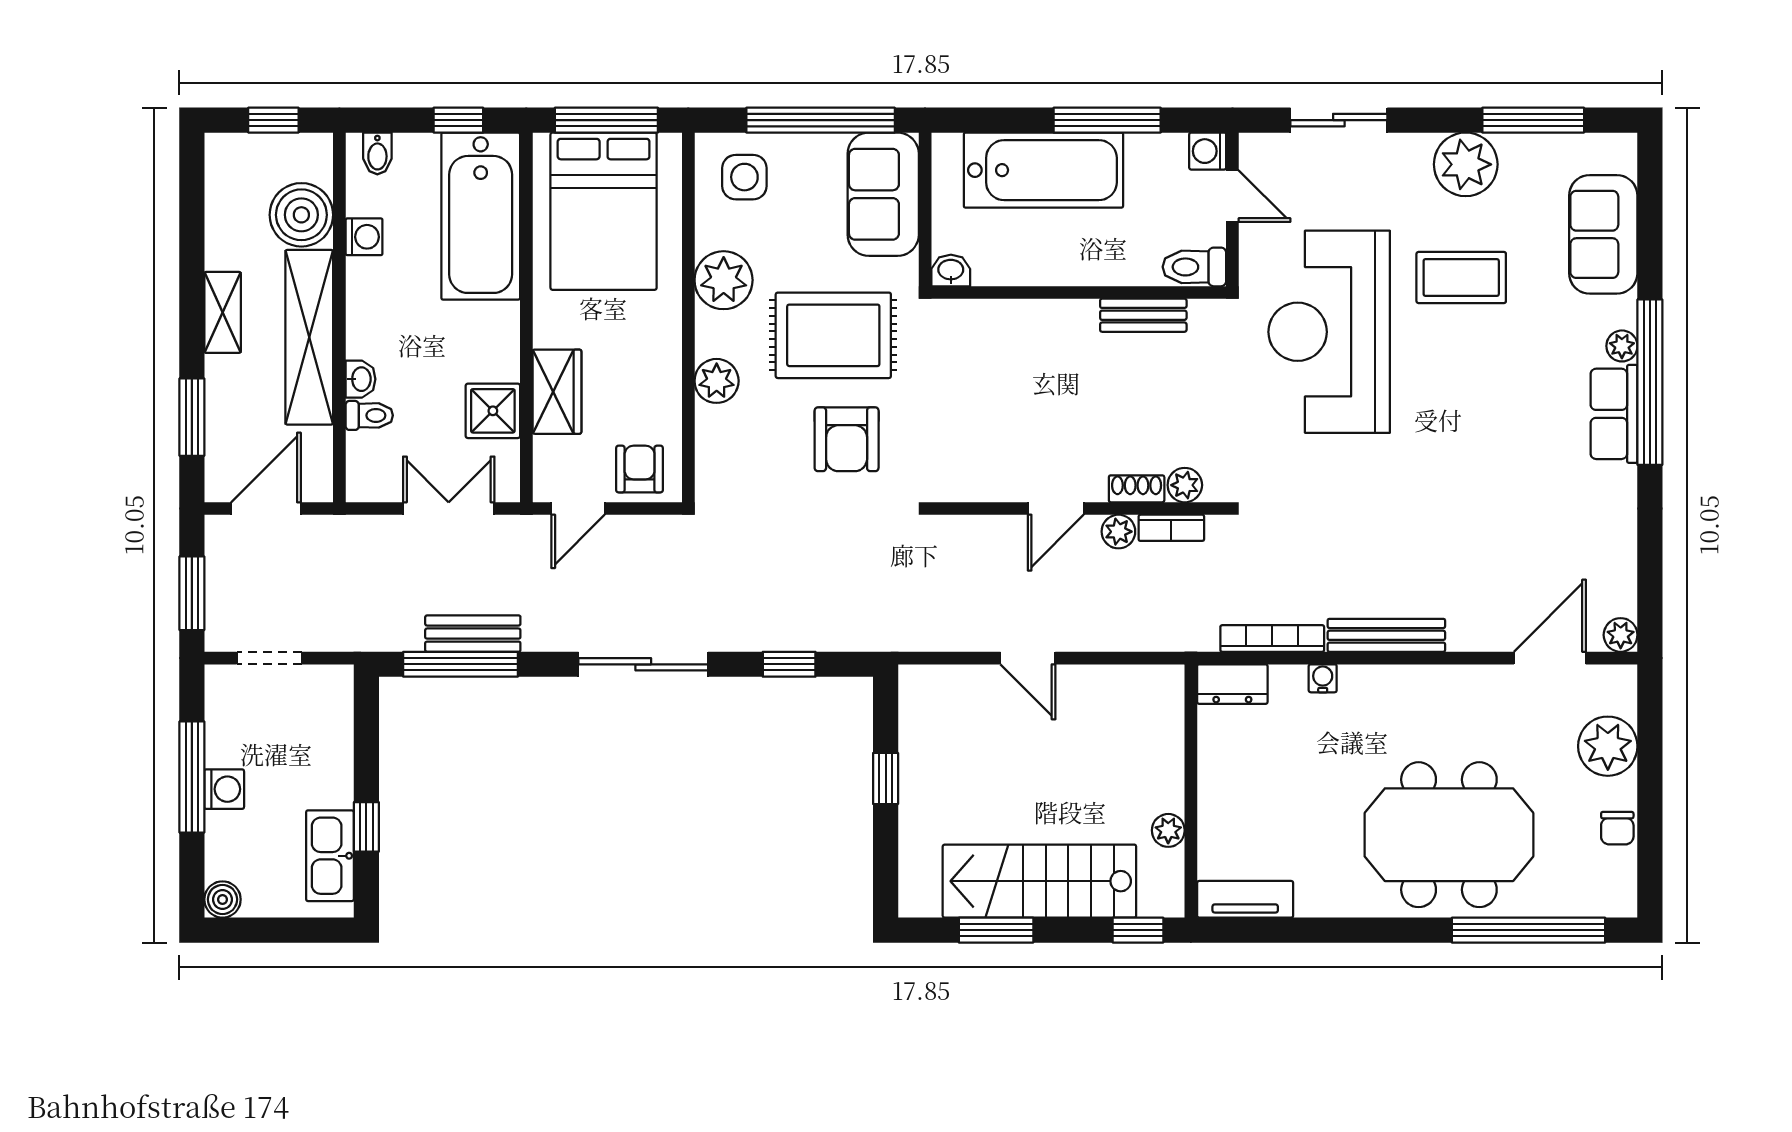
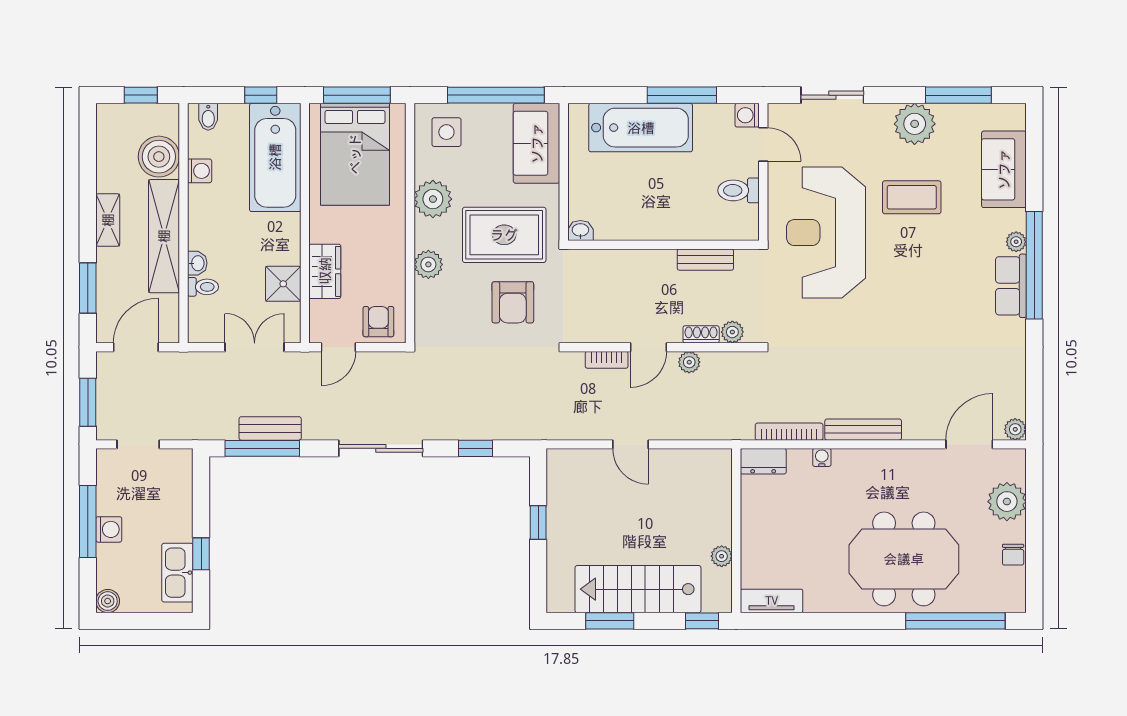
washbasin: (951, 270) -> (580, 230), moved
wall: (1079, 292) -> (663, 245), moved
bench: (1143, 315) -> (705, 260), moved
bookcase: (1171, 528) -> (607, 360), moved

